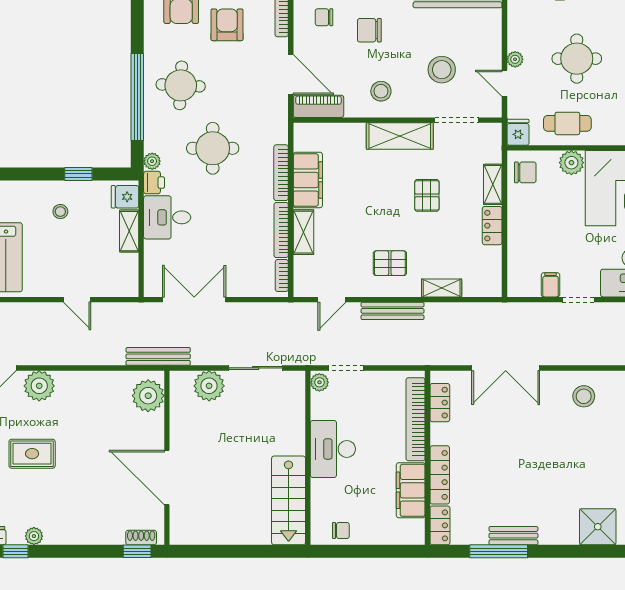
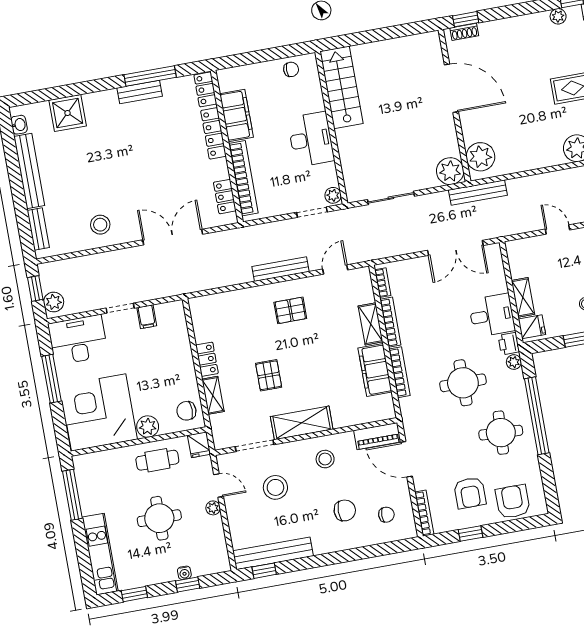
shelving: (442, 288) -> (241, 297), removed
plant: (209, 386) -> (450, 171), moved
chair: (341, 530) -> (291, 69), turned 180

